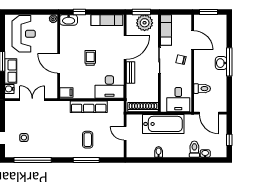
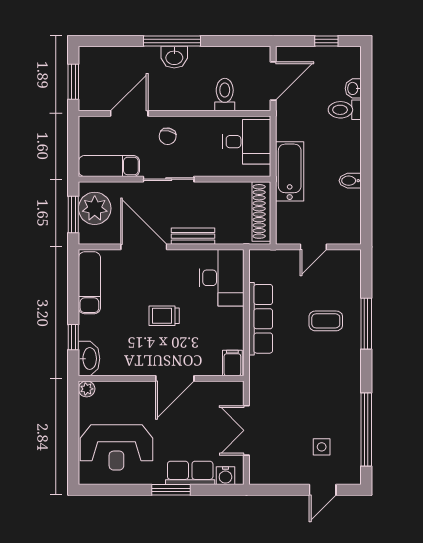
reception desk: (24, 34) -> (116, 447), turned 180
bathtub: (163, 124) -> (290, 171), width x0.73, depth x0.73

